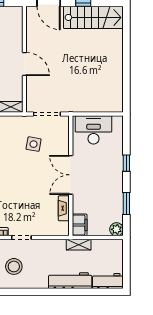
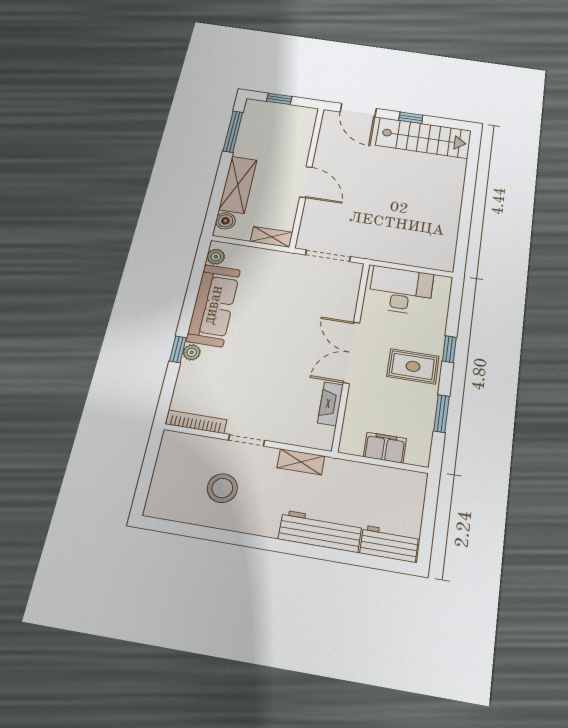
side table: (34, 144) -> (298, 296), removed
rug: (107, 177) -> (413, 366), added
filing cabinet: (80, 225) -> (385, 448), moved, turned -90
plant: (117, 229) -> (418, 454), removed
shelving: (79, 245) -> (301, 462), moved

